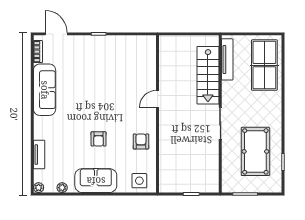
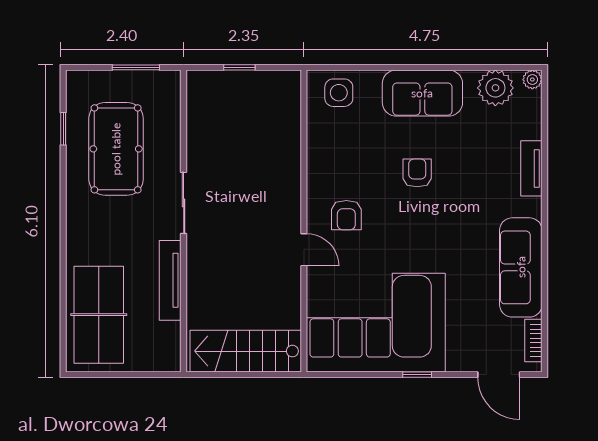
tv unit: (227, 59) -> (170, 280), moved
corner sofa: (120, 61) -> (376, 323), added
stairs: (208, 75) -> (246, 351), moved, turned -90
door: (158, 99) -> (304, 250), hinge flipped
armchair: (141, 141) -> (346, 215), moved
tv unit: (39, 155) -> (531, 168), moved
plant: (62, 188) -> (495, 88), width x1.87, depth x1.87

